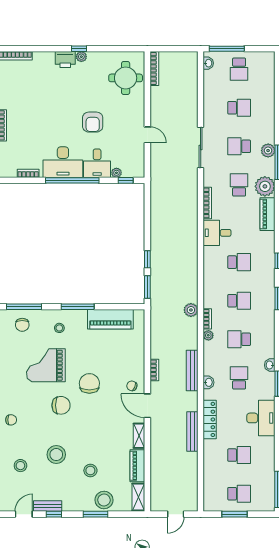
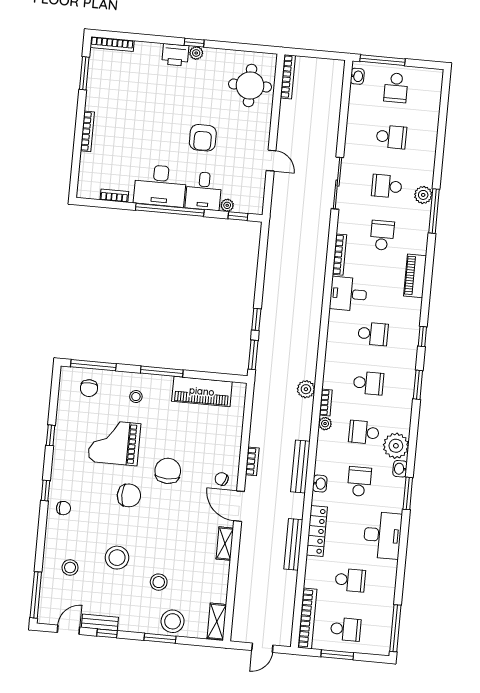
plant: (265, 186) -> (396, 446), moved
piano: (137, 466) -> (219, 582), removed
bookcase: (209, 488) -> (307, 618), added

